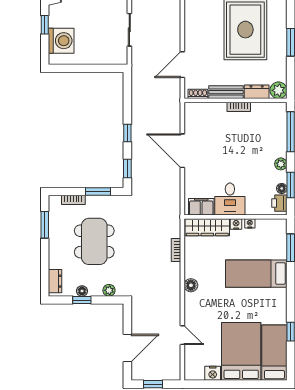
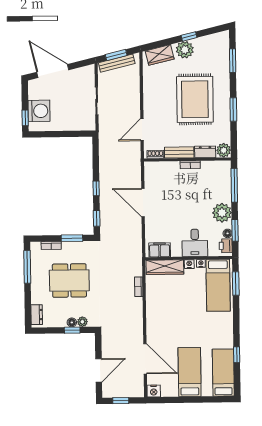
window: (45, 25) -> (25, 118), moved
plant: (281, 164) -> (222, 213), width x1.87, depth x1.87
desk: (230, 199) -> (195, 243), moved
window: (45, 225) -> (27, 267), width x1.44
dining table: (94, 241) -> (69, 280), turned 90
bed: (256, 274) -> (218, 285), moved, turned -90
floor lamp: (191, 285) -> (152, 316), removed
floor lamp: (82, 291) -> (72, 322), moved
window: (82, 300) -> (72, 330), moved
door: (182, 335) -> (145, 359), width x1.88
bed: (241, 351) -> (190, 372), width x0.67
nightstand: (213, 373) -> (154, 391), moved

